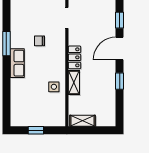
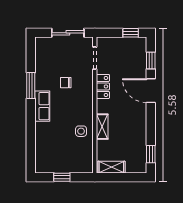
door: (120, 49) -> (151, 91), hinge flipped
locker: (75, 57) -> (103, 86), moved
window: (120, 81) -> (151, 154), moved

